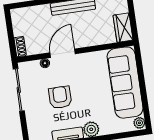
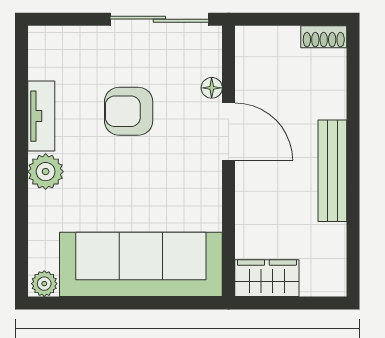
shoe rack: (20, 47) -> (324, 37), moved
armchair: (60, 97) -> (129, 111), turned 180

